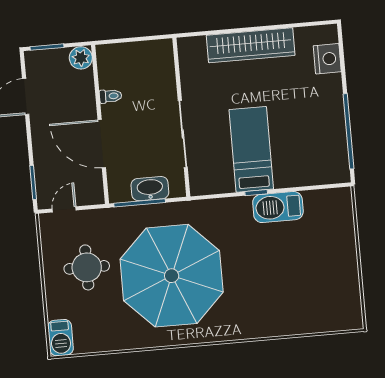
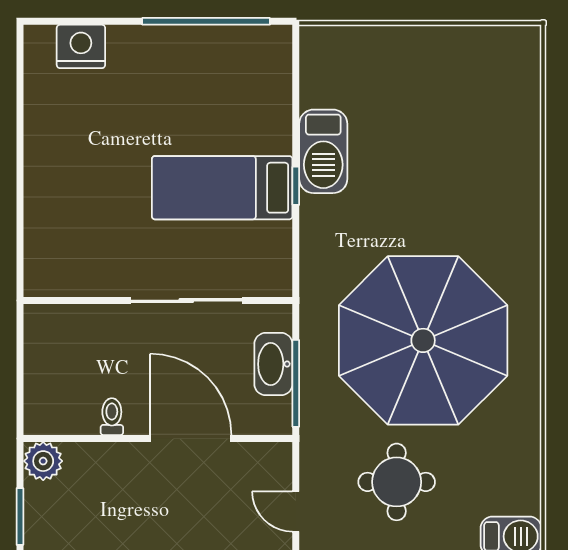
wardrobe: (251, 45) -> (47, 173), removed
door: (102, 144) -> (191, 438), swing flipped

